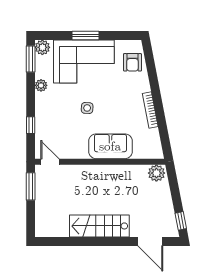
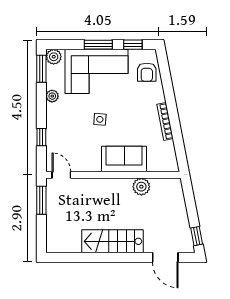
window: (119, 36) -> (133, 45), added
plant: (156, 173) -> (141, 187), moved

